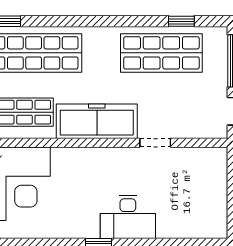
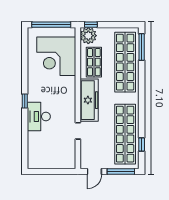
shop shelf: (161, 53) -> (125, 134), width x1.40

